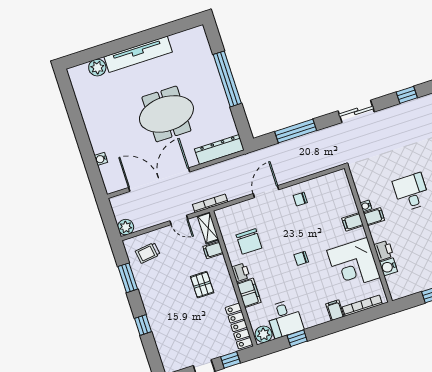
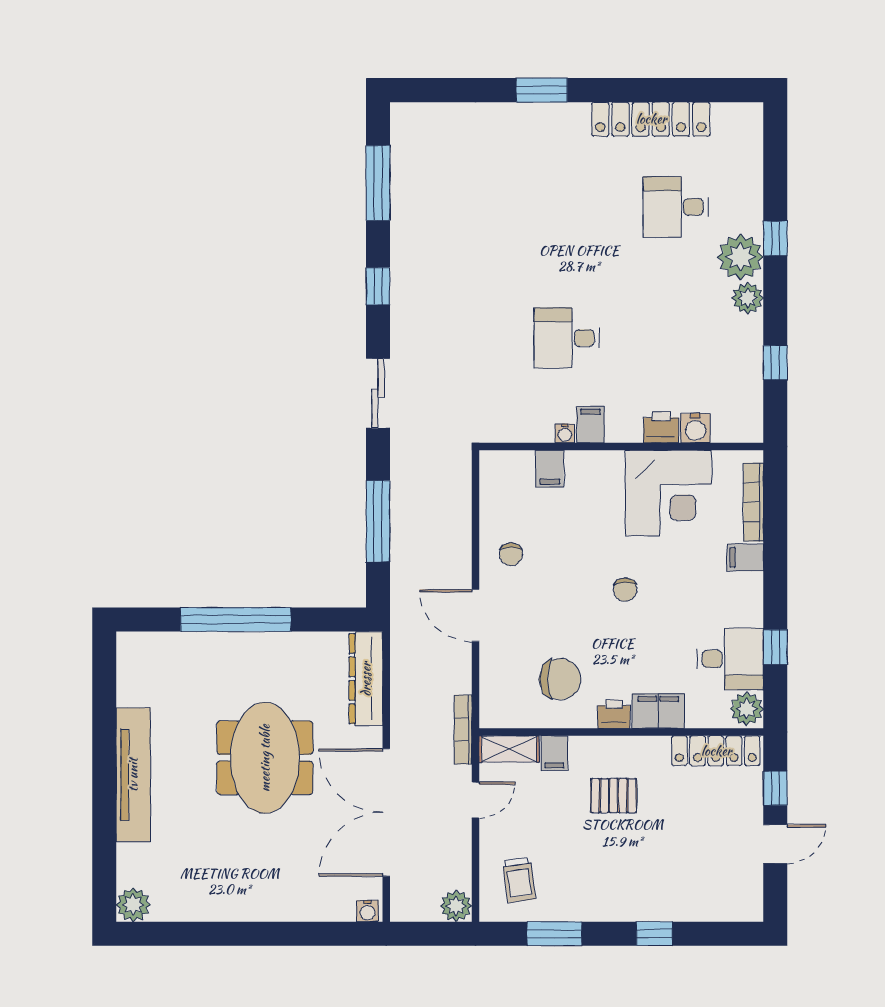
plant: (97, 68) -> (133, 905), moved
water cooler: (101, 159) -> (368, 911), moved
filing cabinet: (353, 222) -> (550, 469), moved

